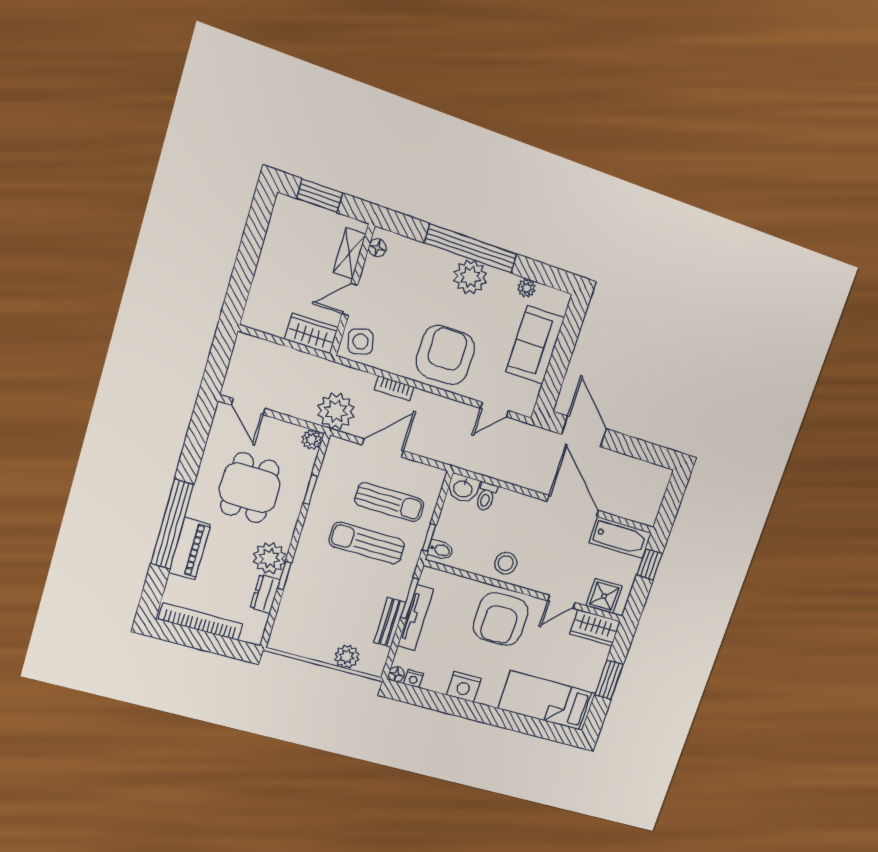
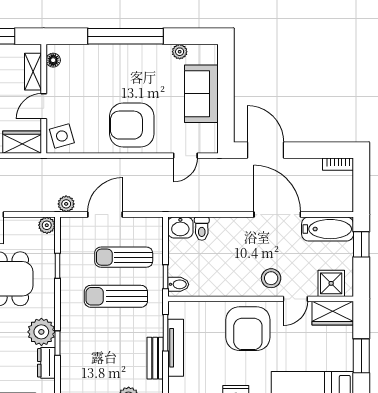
plant: (470, 277) -> (132, 58), removed
armchair: (445, 355) -> (132, 125), turned -90
bookcase: (394, 388) -> (338, 164), moved
plant: (336, 411) -> (66, 204), width x0.53, depth x0.53
sun lounger: (389, 502) -> (124, 257), turned 180
stool: (506, 563) -> (271, 278), moved

